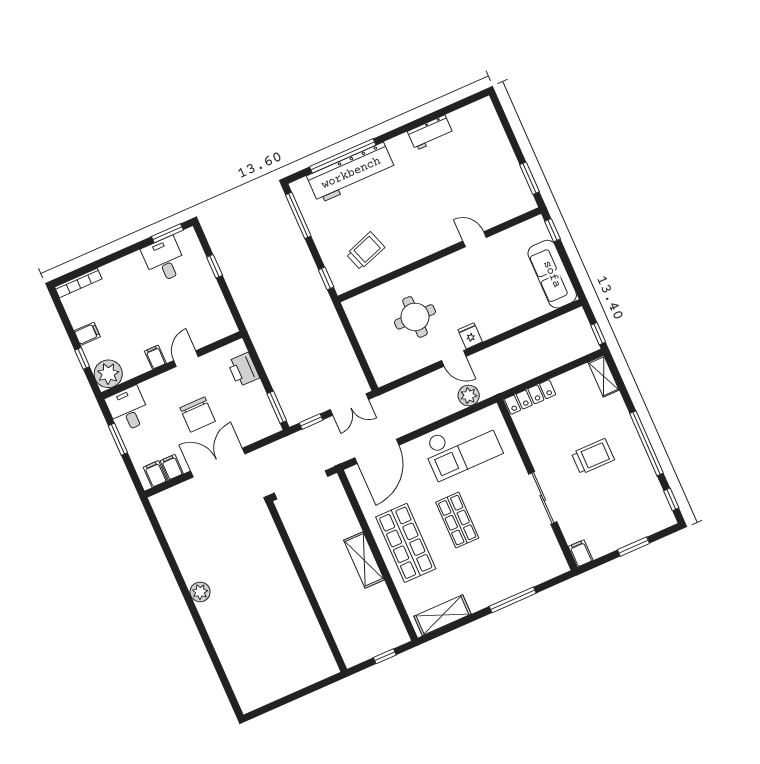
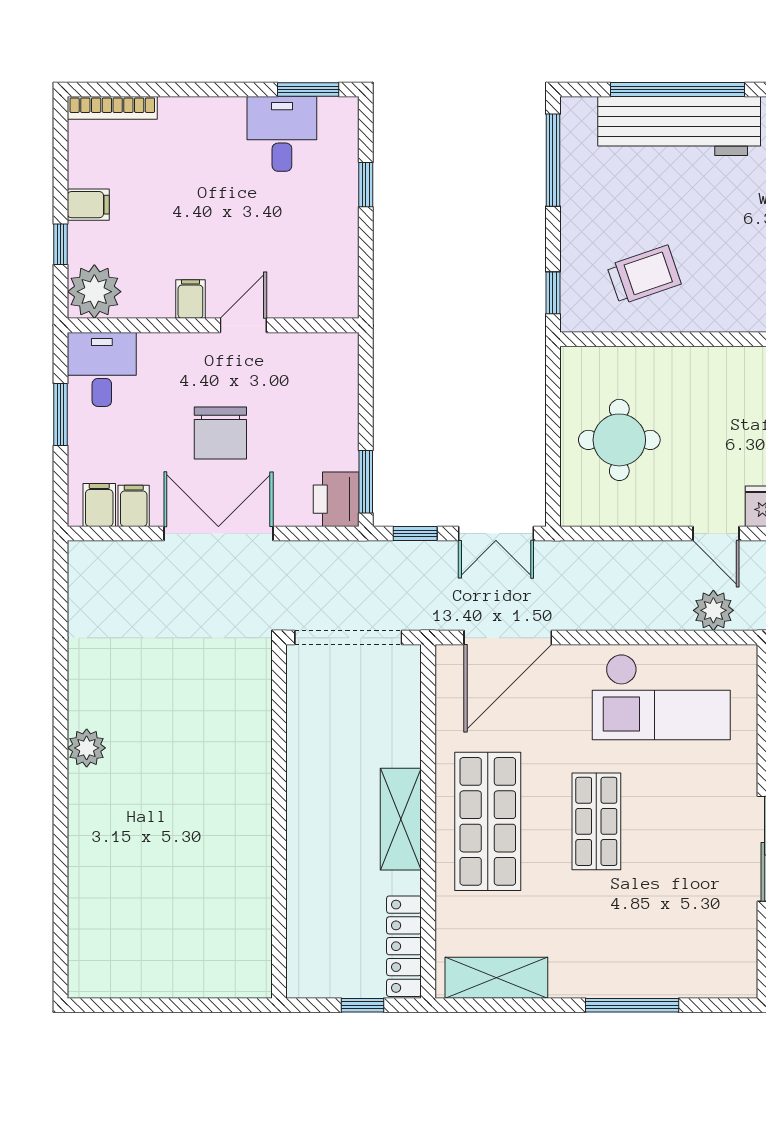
round table: (415, 317) -> (619, 440), moved
printer: (243, 370) -> (336, 499), moved
locker: (392, 620) -> (404, 946), added

